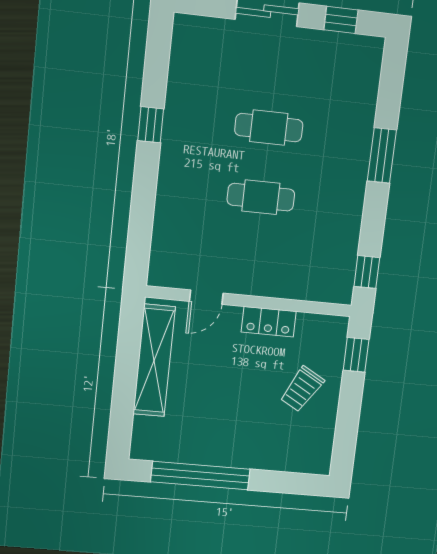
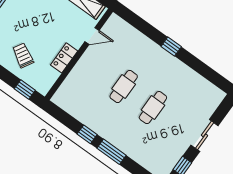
window: (151, 125) -> (171, 47), moved
window: (367, 272) -> (87, 134), moved
door: (206, 297) -> (92, 36), swing flipped

